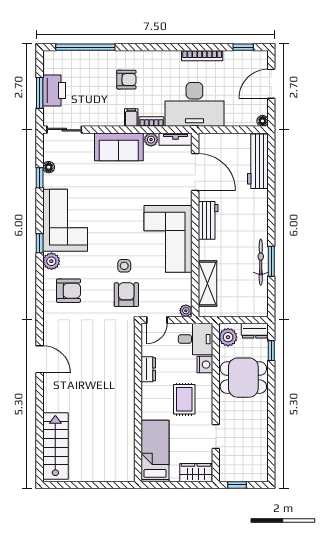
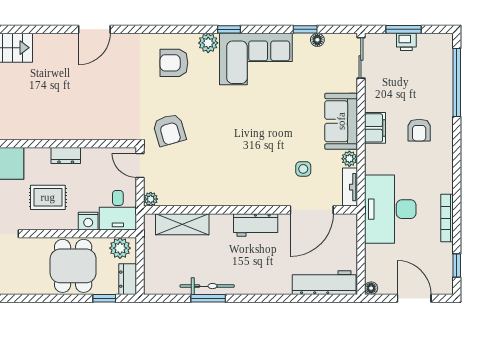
printer: (54, 91) -> (406, 42), width x0.53, depth x0.68
filing cabinet: (131, 118) -> (375, 128), width x2.00
bookcase: (151, 122) -> (370, 159), removed
corner sofa: (168, 239) -> (234, 178), removed
side table: (124, 266) -> (303, 169), moved
armchair: (68, 291) -> (174, 63), turned 90
armchair: (126, 295) -> (169, 130), turned 74
dresser: (148, 369) -> (66, 155), moved

